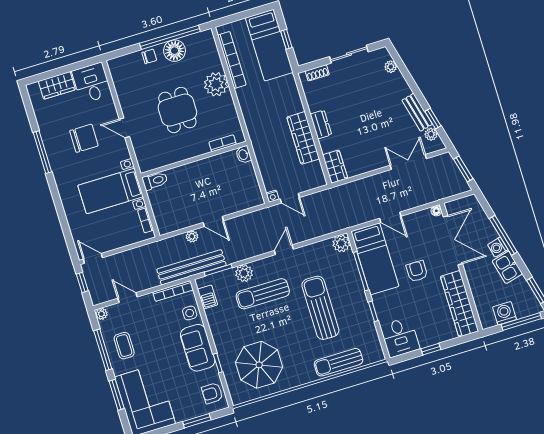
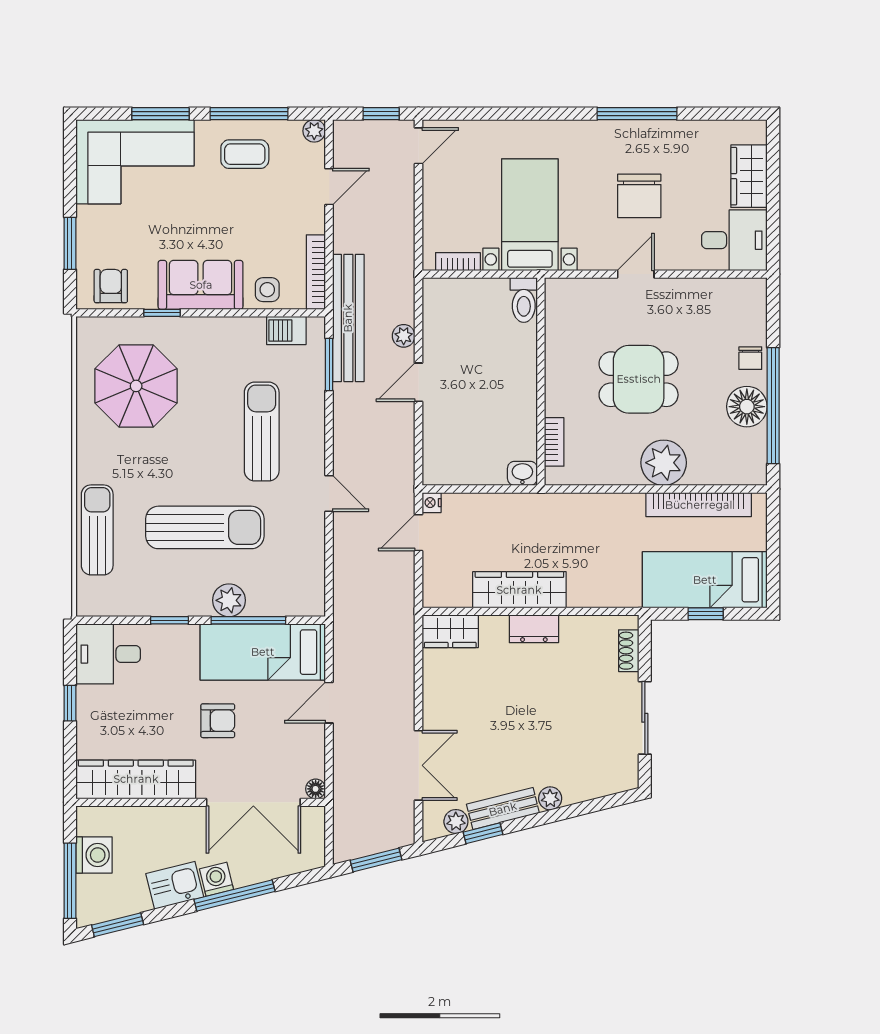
plant: (391, 67) -> (550, 798), moved
plant: (341, 243) -> (229, 600), moved
plant: (244, 273) -> (309, 409), removed

